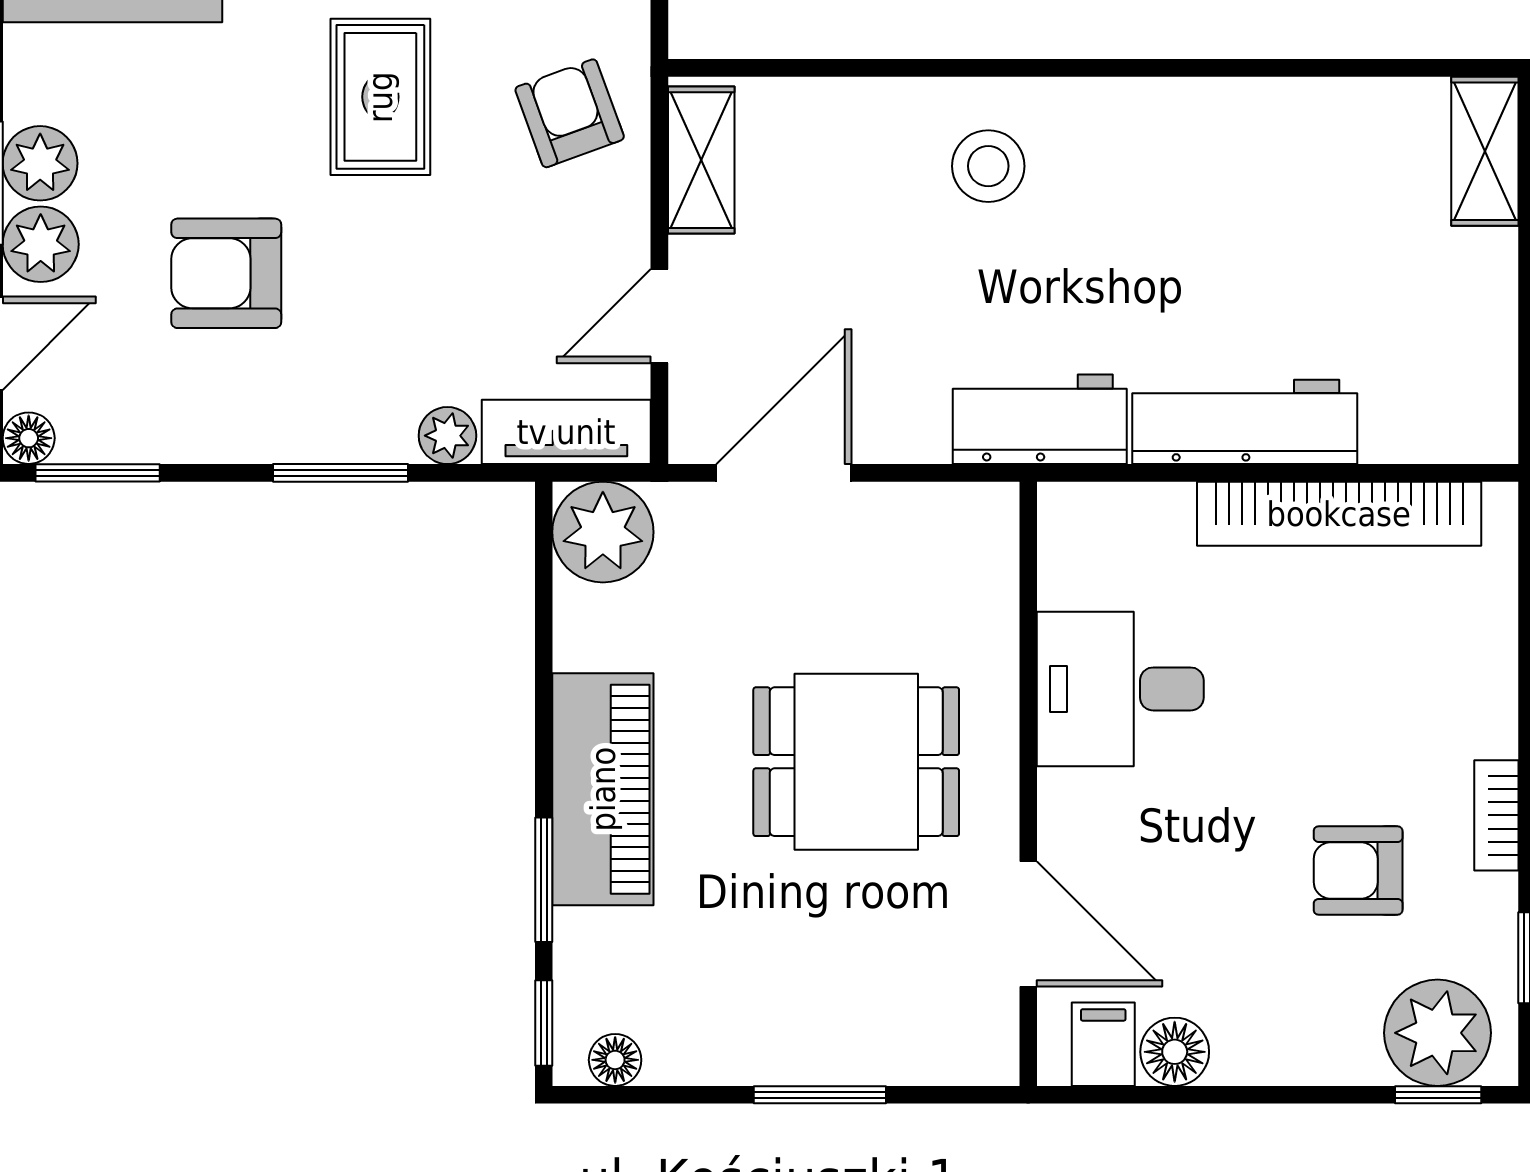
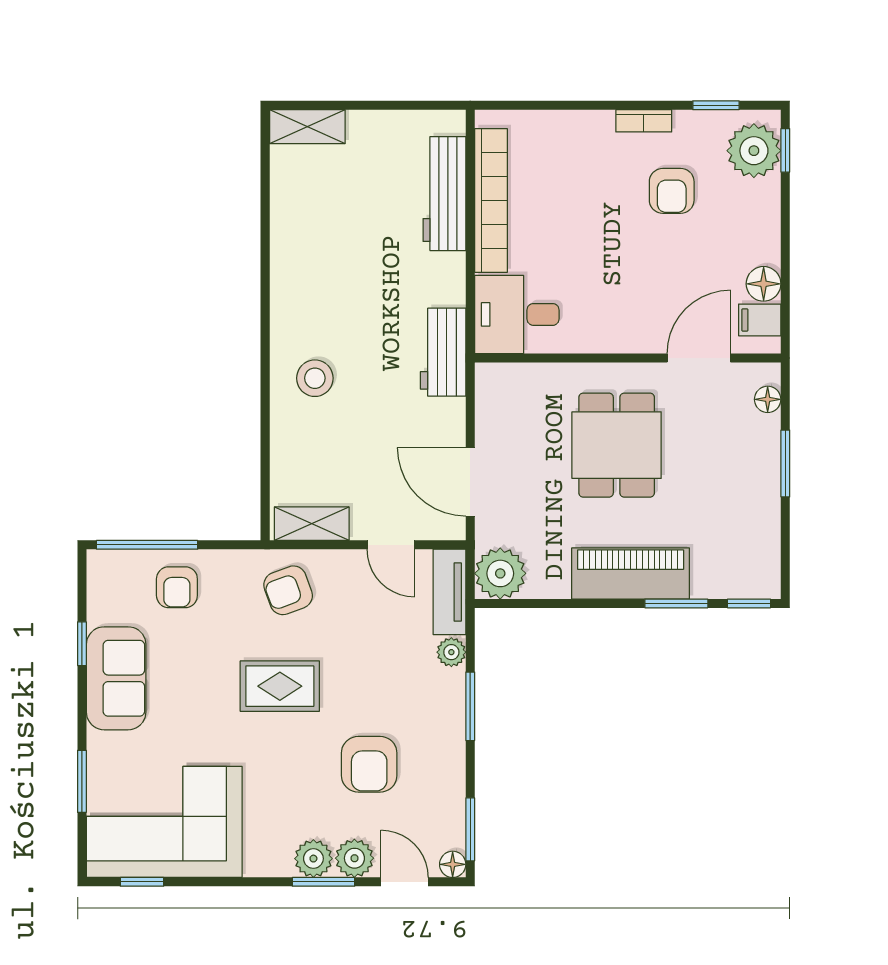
workbench: (1245, 422) -> (444, 194), moved
desk: (1120, 689) -> (517, 314), moved, turned 90
floor lamp: (615, 1060) -> (768, 399), moved

